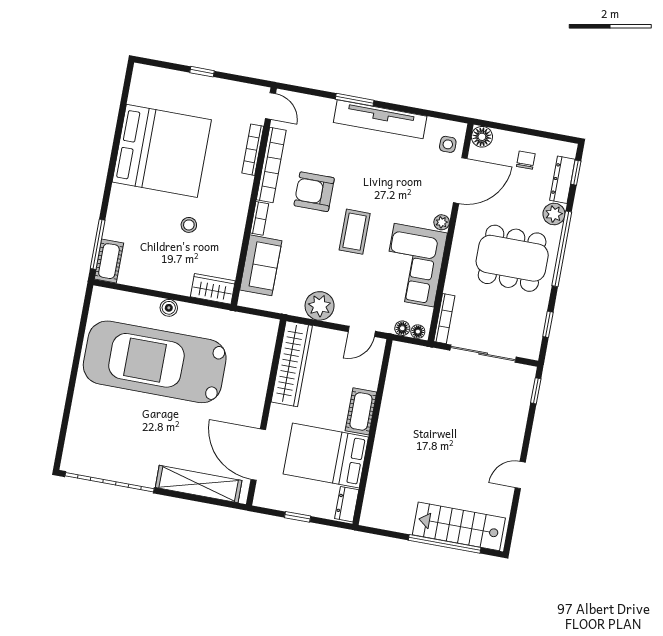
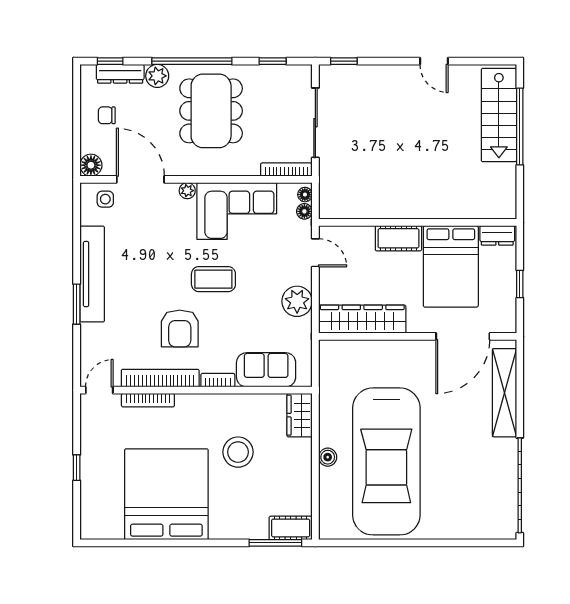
stool: (189, 225) -> (238, 452), width x1.89, depth x1.89

